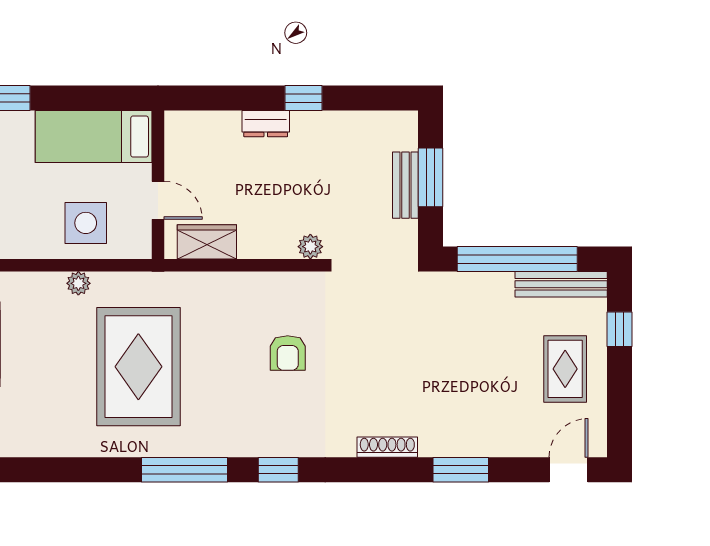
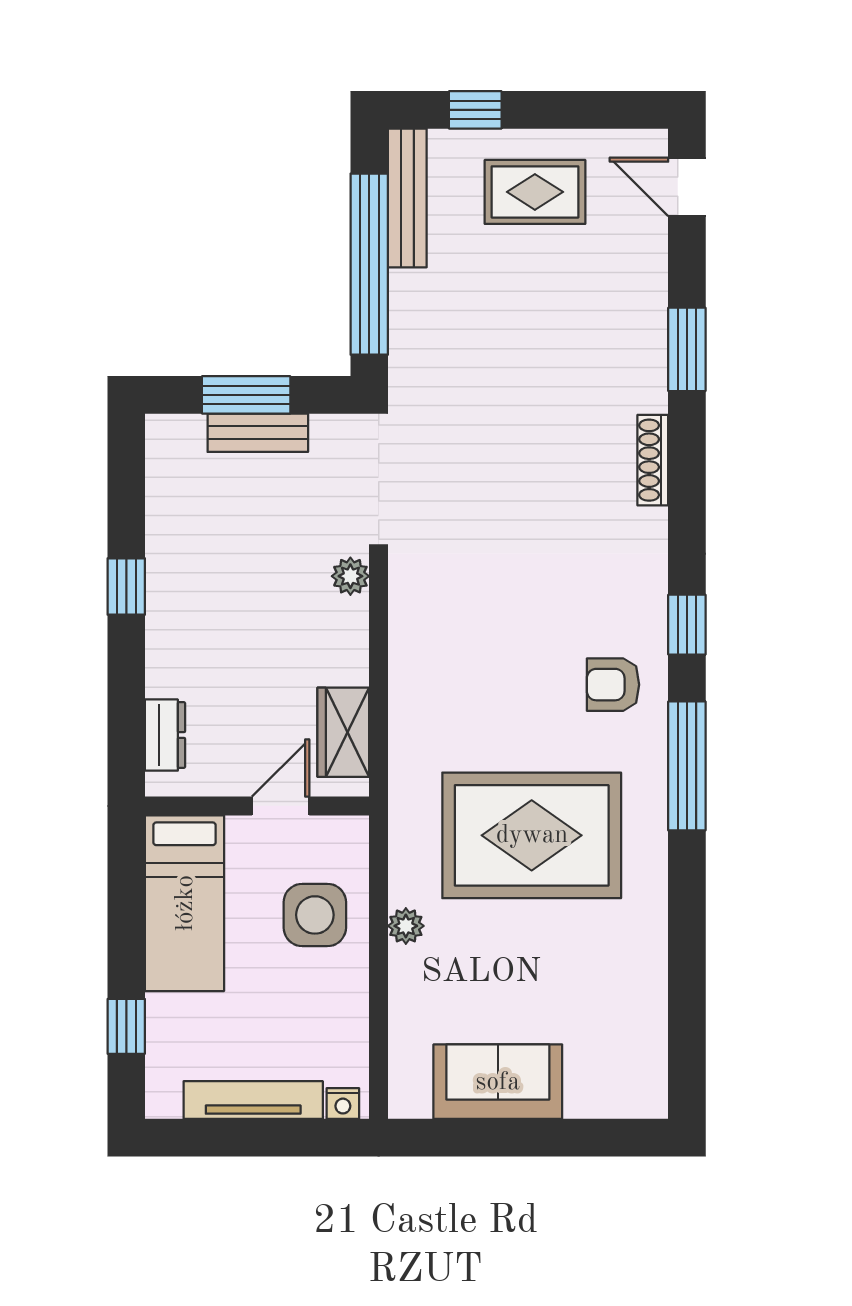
dresser: (266, 124) -> (165, 735), moved
armchair: (288, 353) -> (613, 685), moved, turned 180

